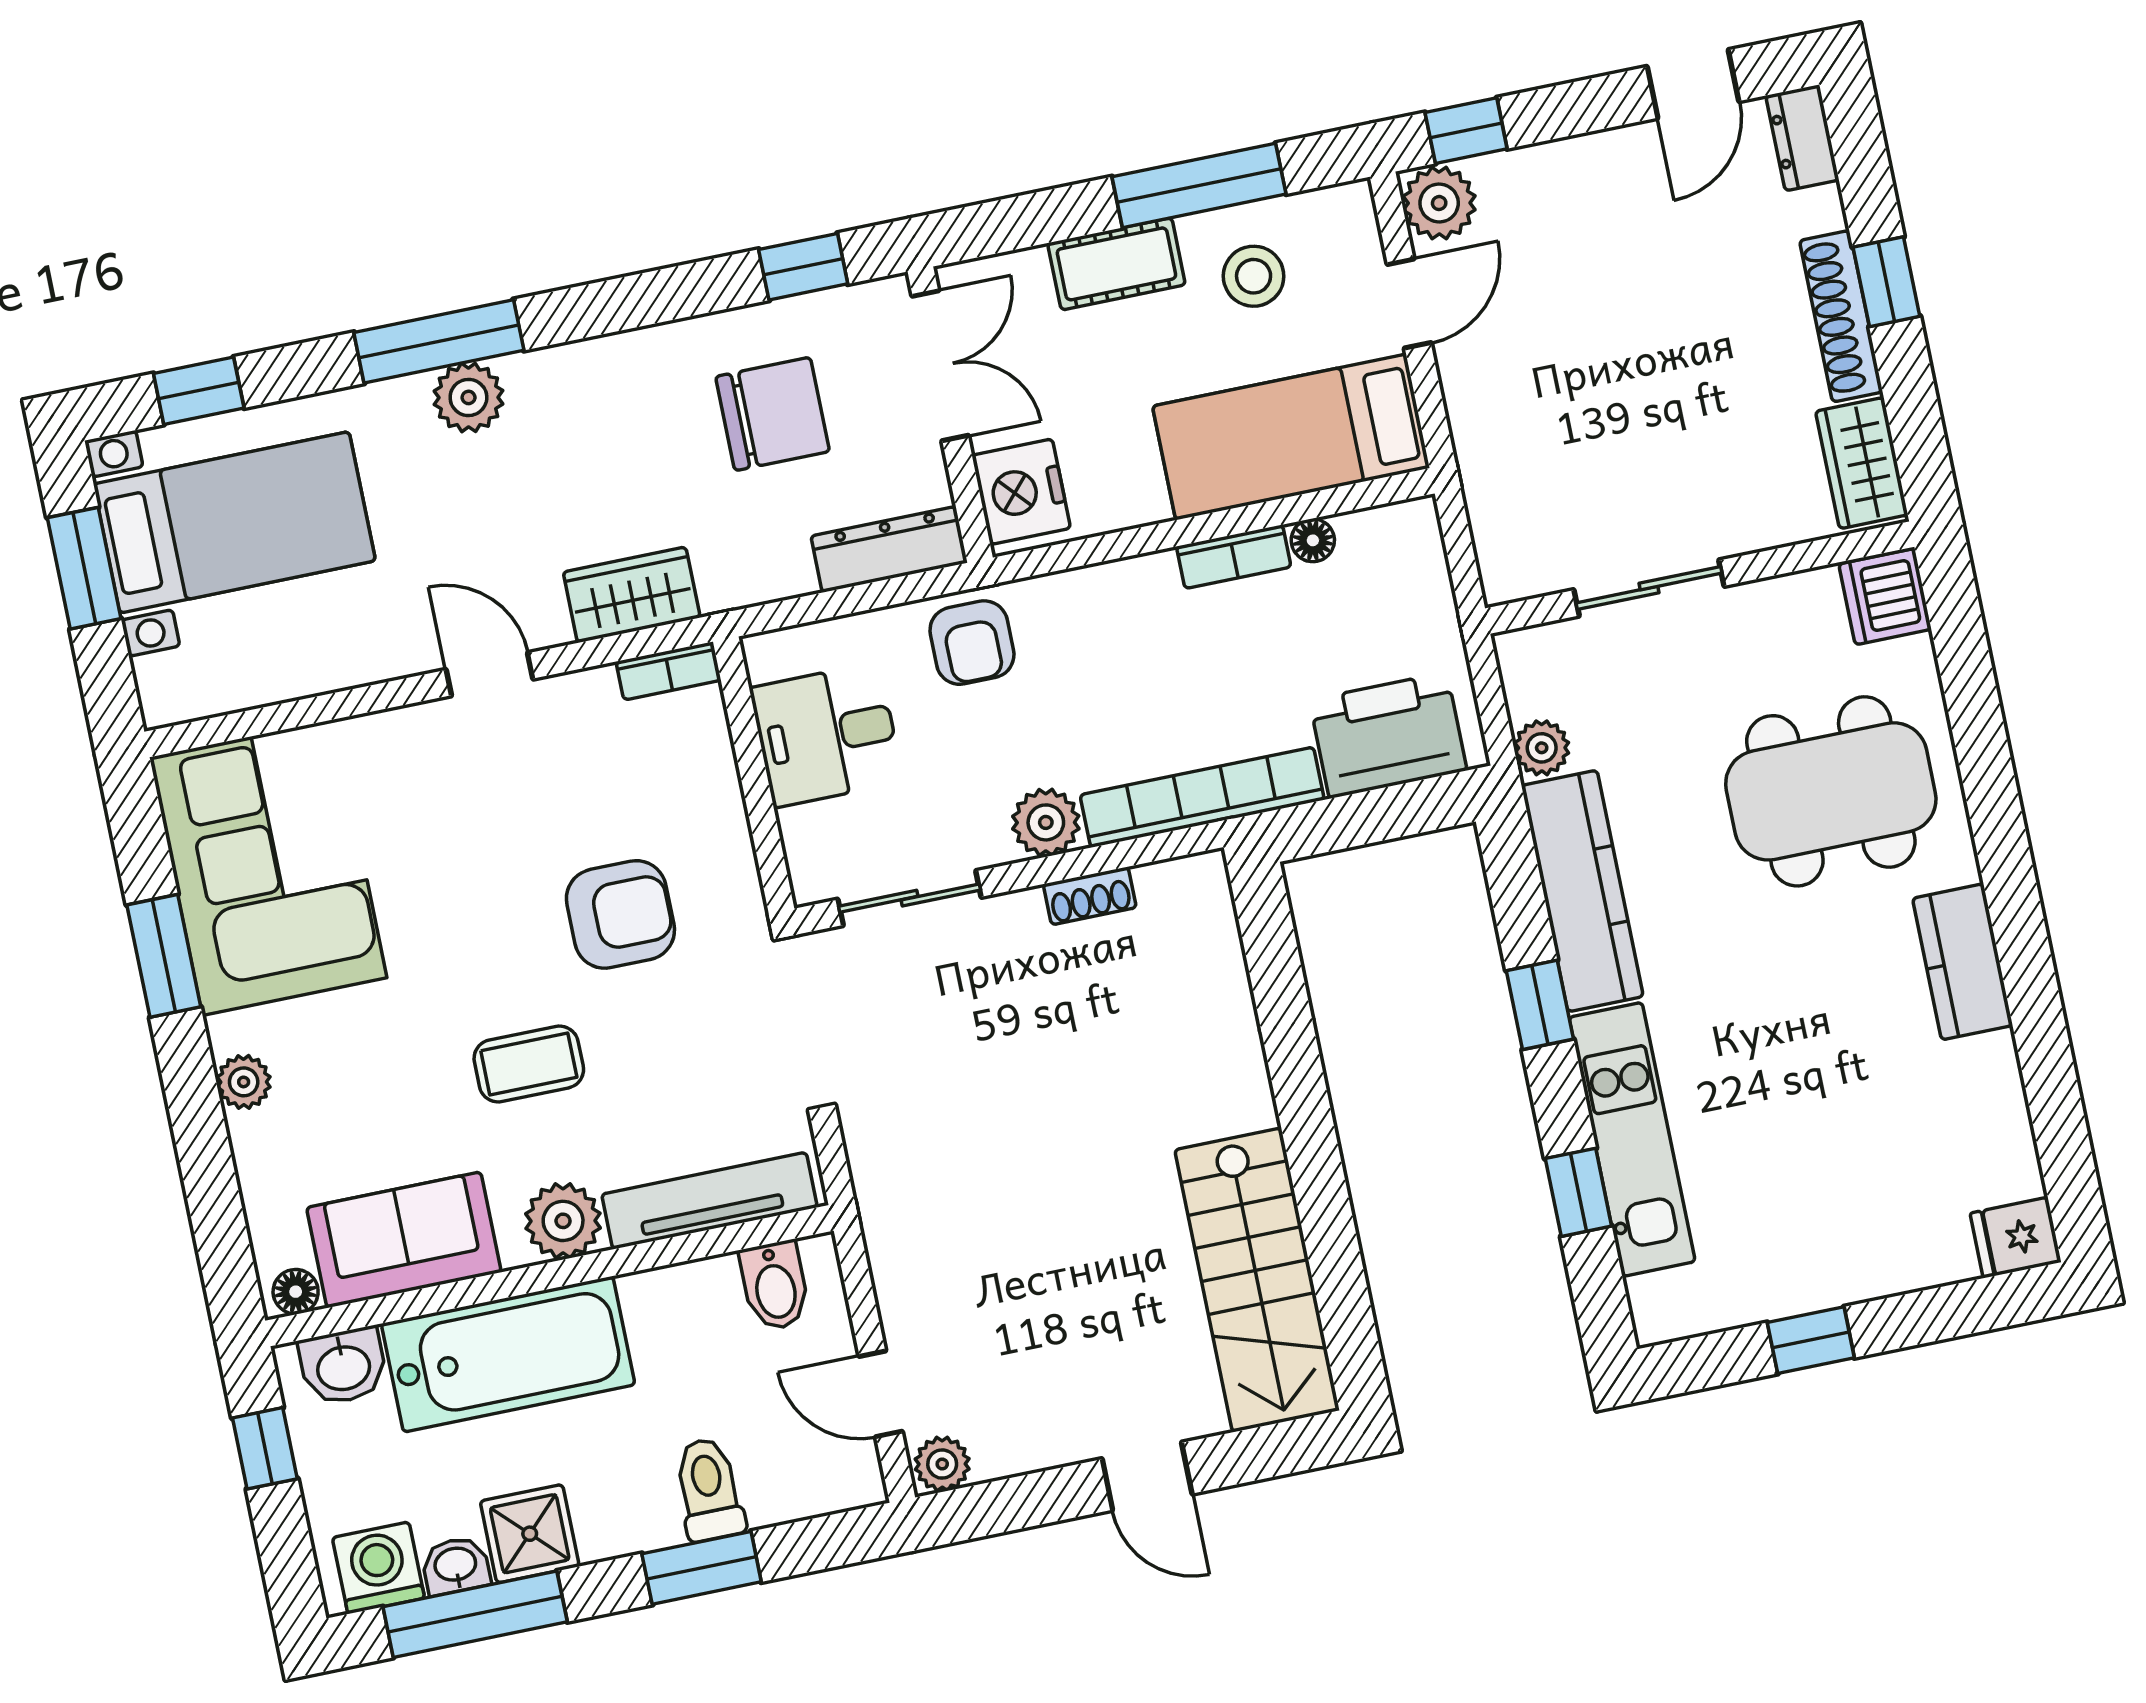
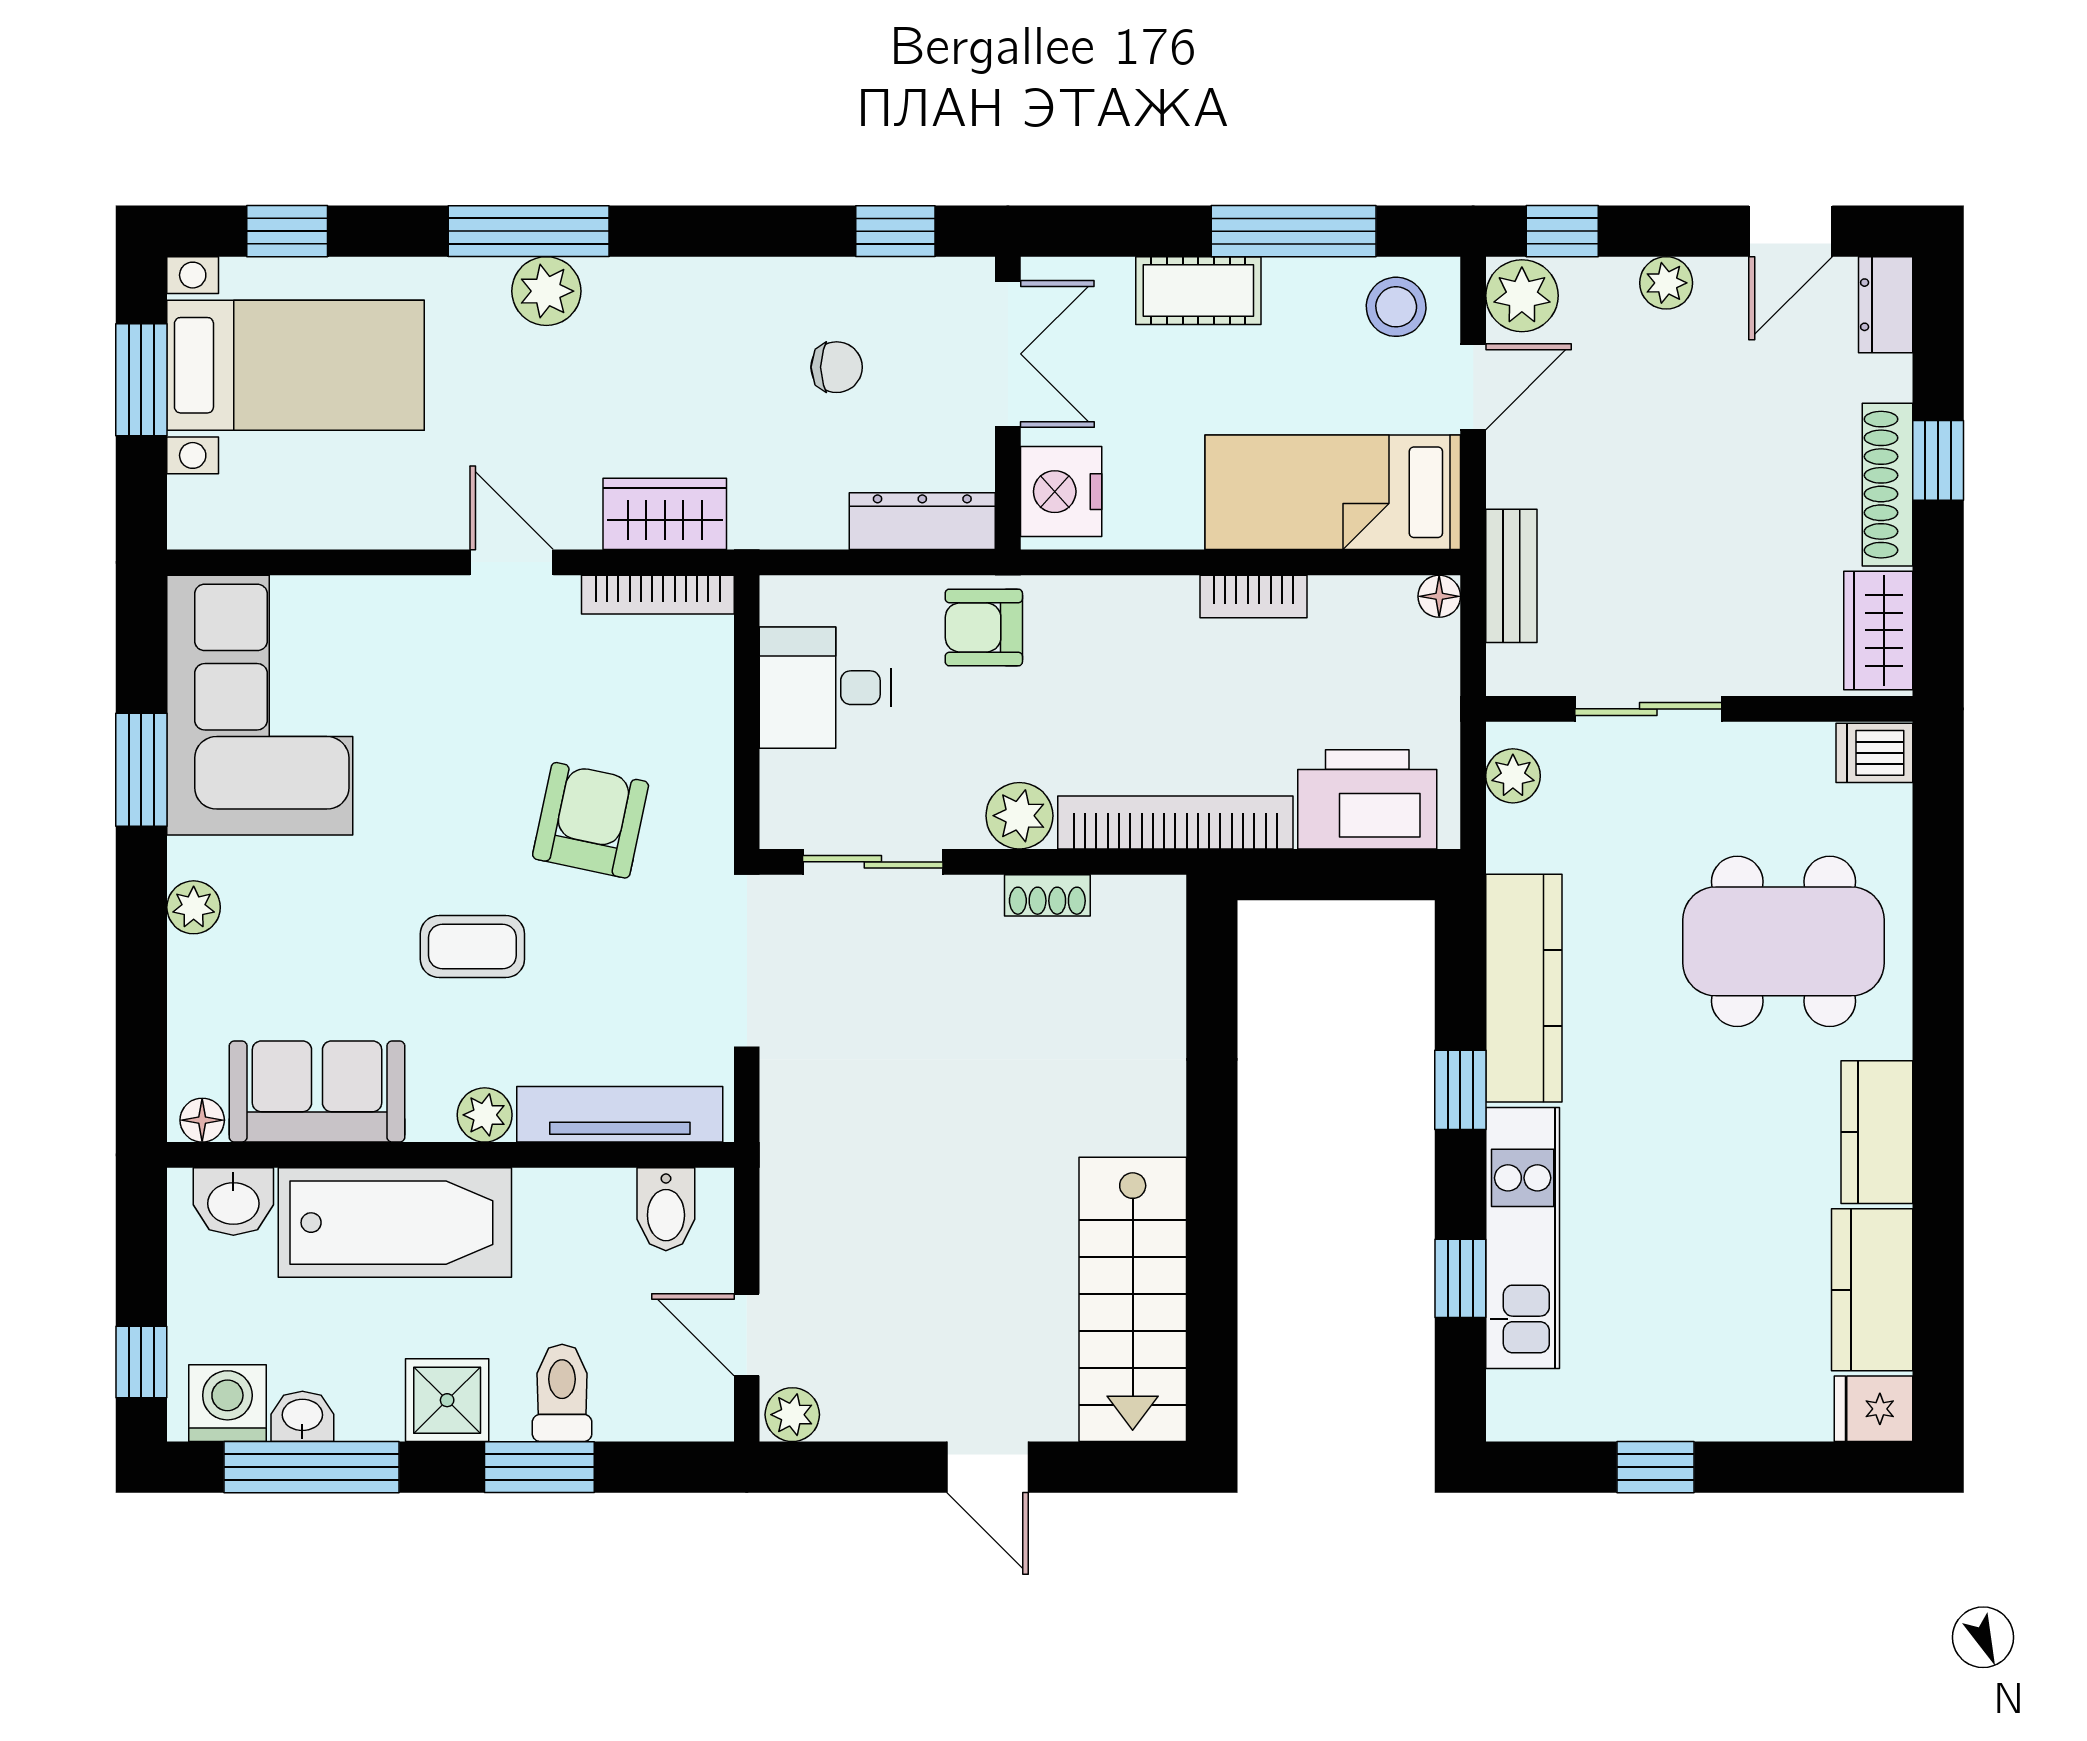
plant: (1580, 161) -> (1666, 283), added
stool: (1254, 276) -> (1396, 307), moved
chair: (773, 414) -> (837, 367), width x0.54, depth x0.54
bench: (1486, 484) -> (1511, 576), added
floor lamp: (1313, 540) -> (1439, 596), moved
dishwasher: (1885, 597) -> (1874, 753), width x0.73
armchair: (972, 643) -> (984, 627), turned 90
bookcase: (668, 671) -> (658, 595), width x1.56
plant: (1542, 748) -> (1513, 776), moved
armchair: (620, 914) -> (591, 820), turned -78
kitchen counter: (1990, 1120) -> (1872, 1290), added
plant: (563, 1221) -> (485, 1115), width x0.73, depth x0.73
window: (265, 1448) -> (141, 1362), moved
shower: (530, 1534) -> (447, 1400), moved

